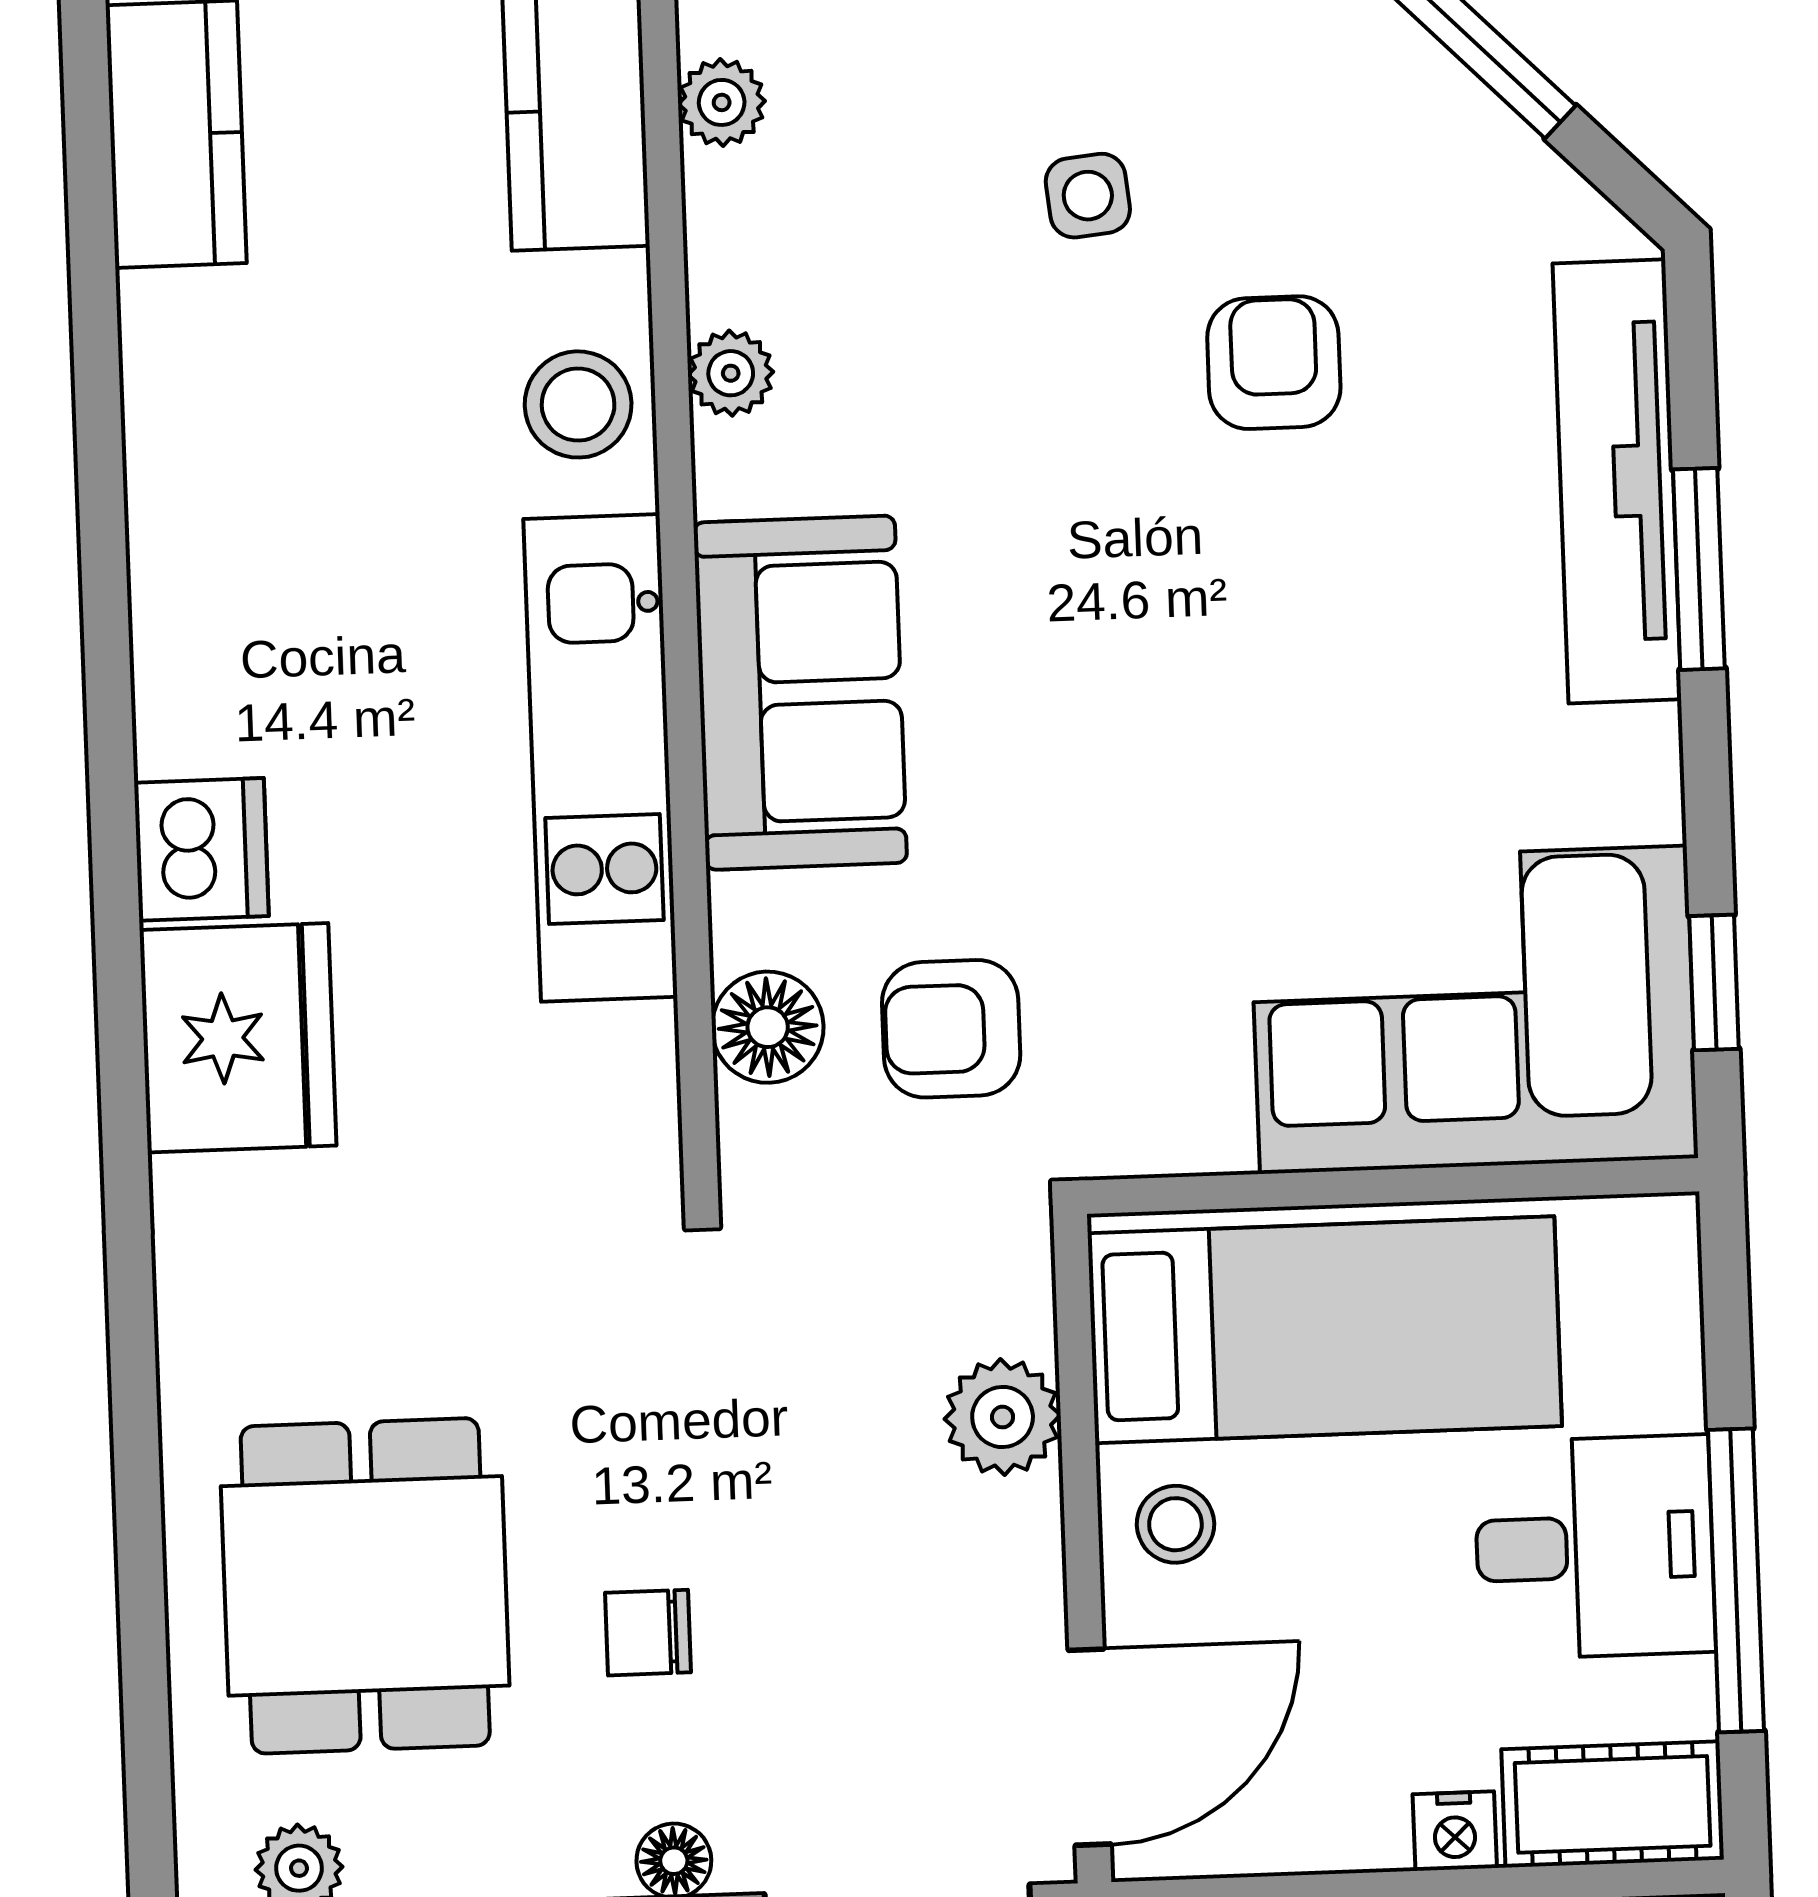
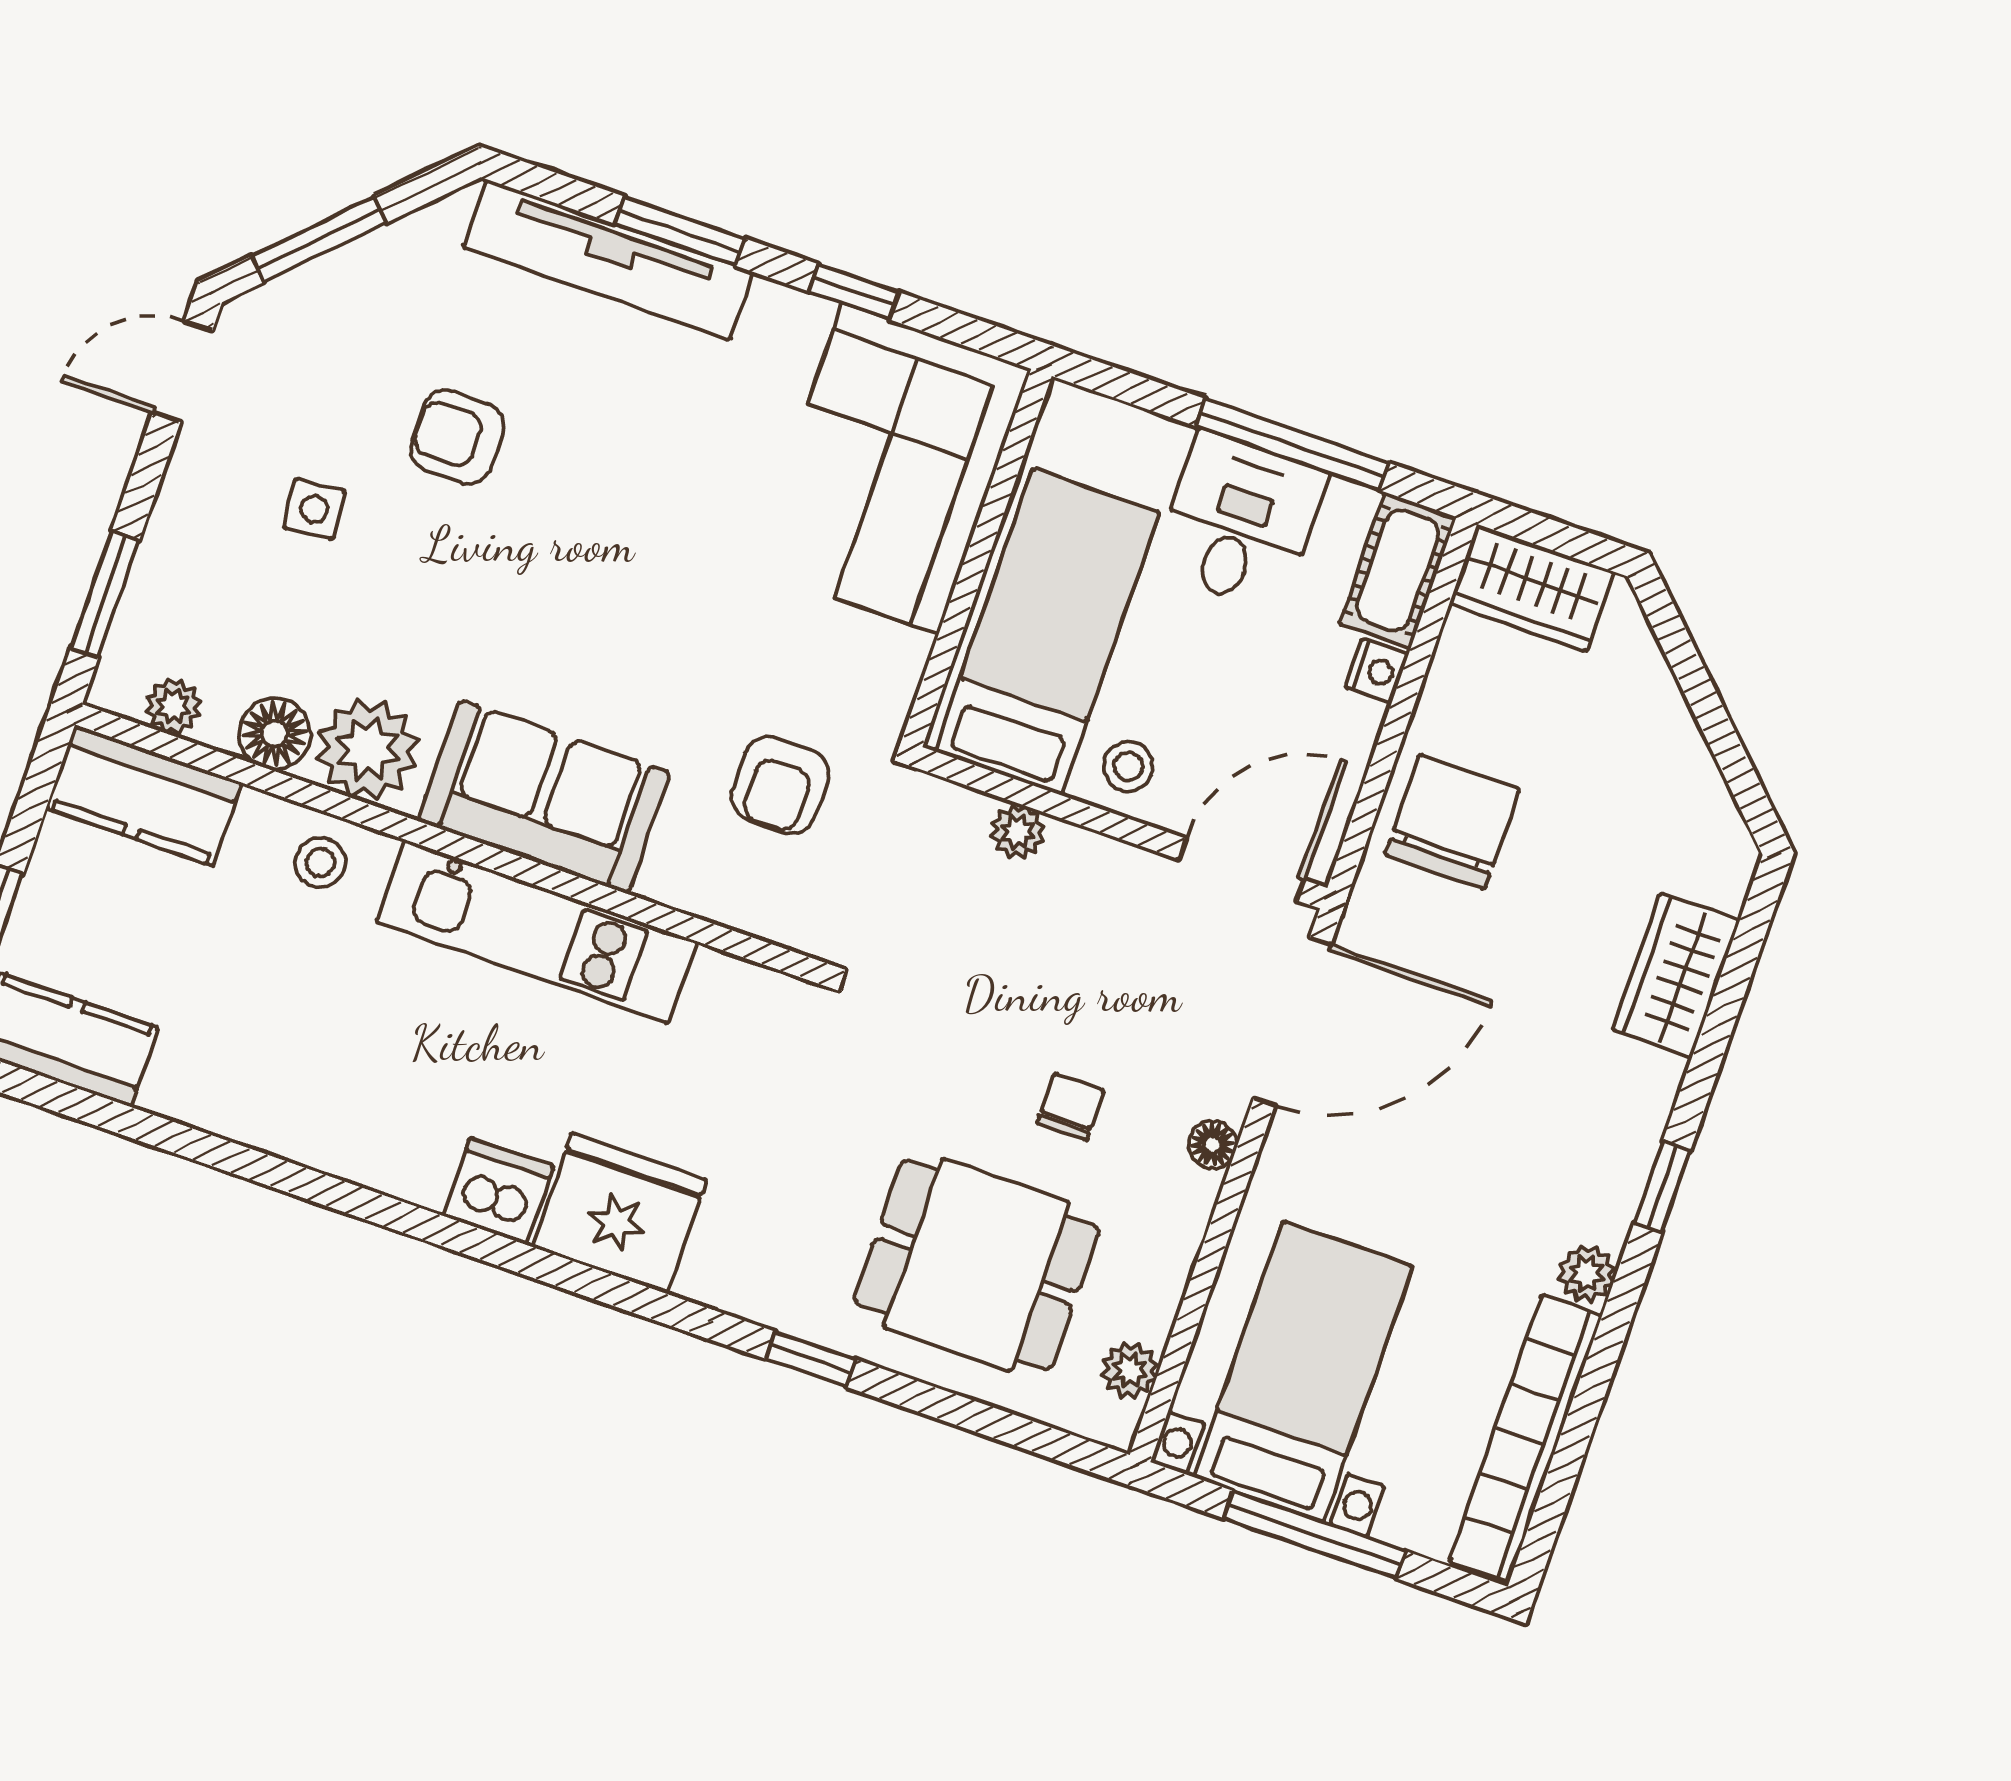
plant: (731, 373) -> (368, 749), width x1.88, depth x1.88
stool: (578, 404) -> (320, 862), width x0.73, depth x0.73
window: (1714, 983) -> (854, 292), moved
floor lamp: (768, 1027) -> (275, 733), moved
window: (134, 1398) -> (811, 1359), added
plant: (1003, 1417) -> (1018, 832), width x0.73, depth x0.73
chair: (648, 1633) -> (1070, 1107), turned 180
door: (1090, 1747) -> (1242, 870), hinge flipped

